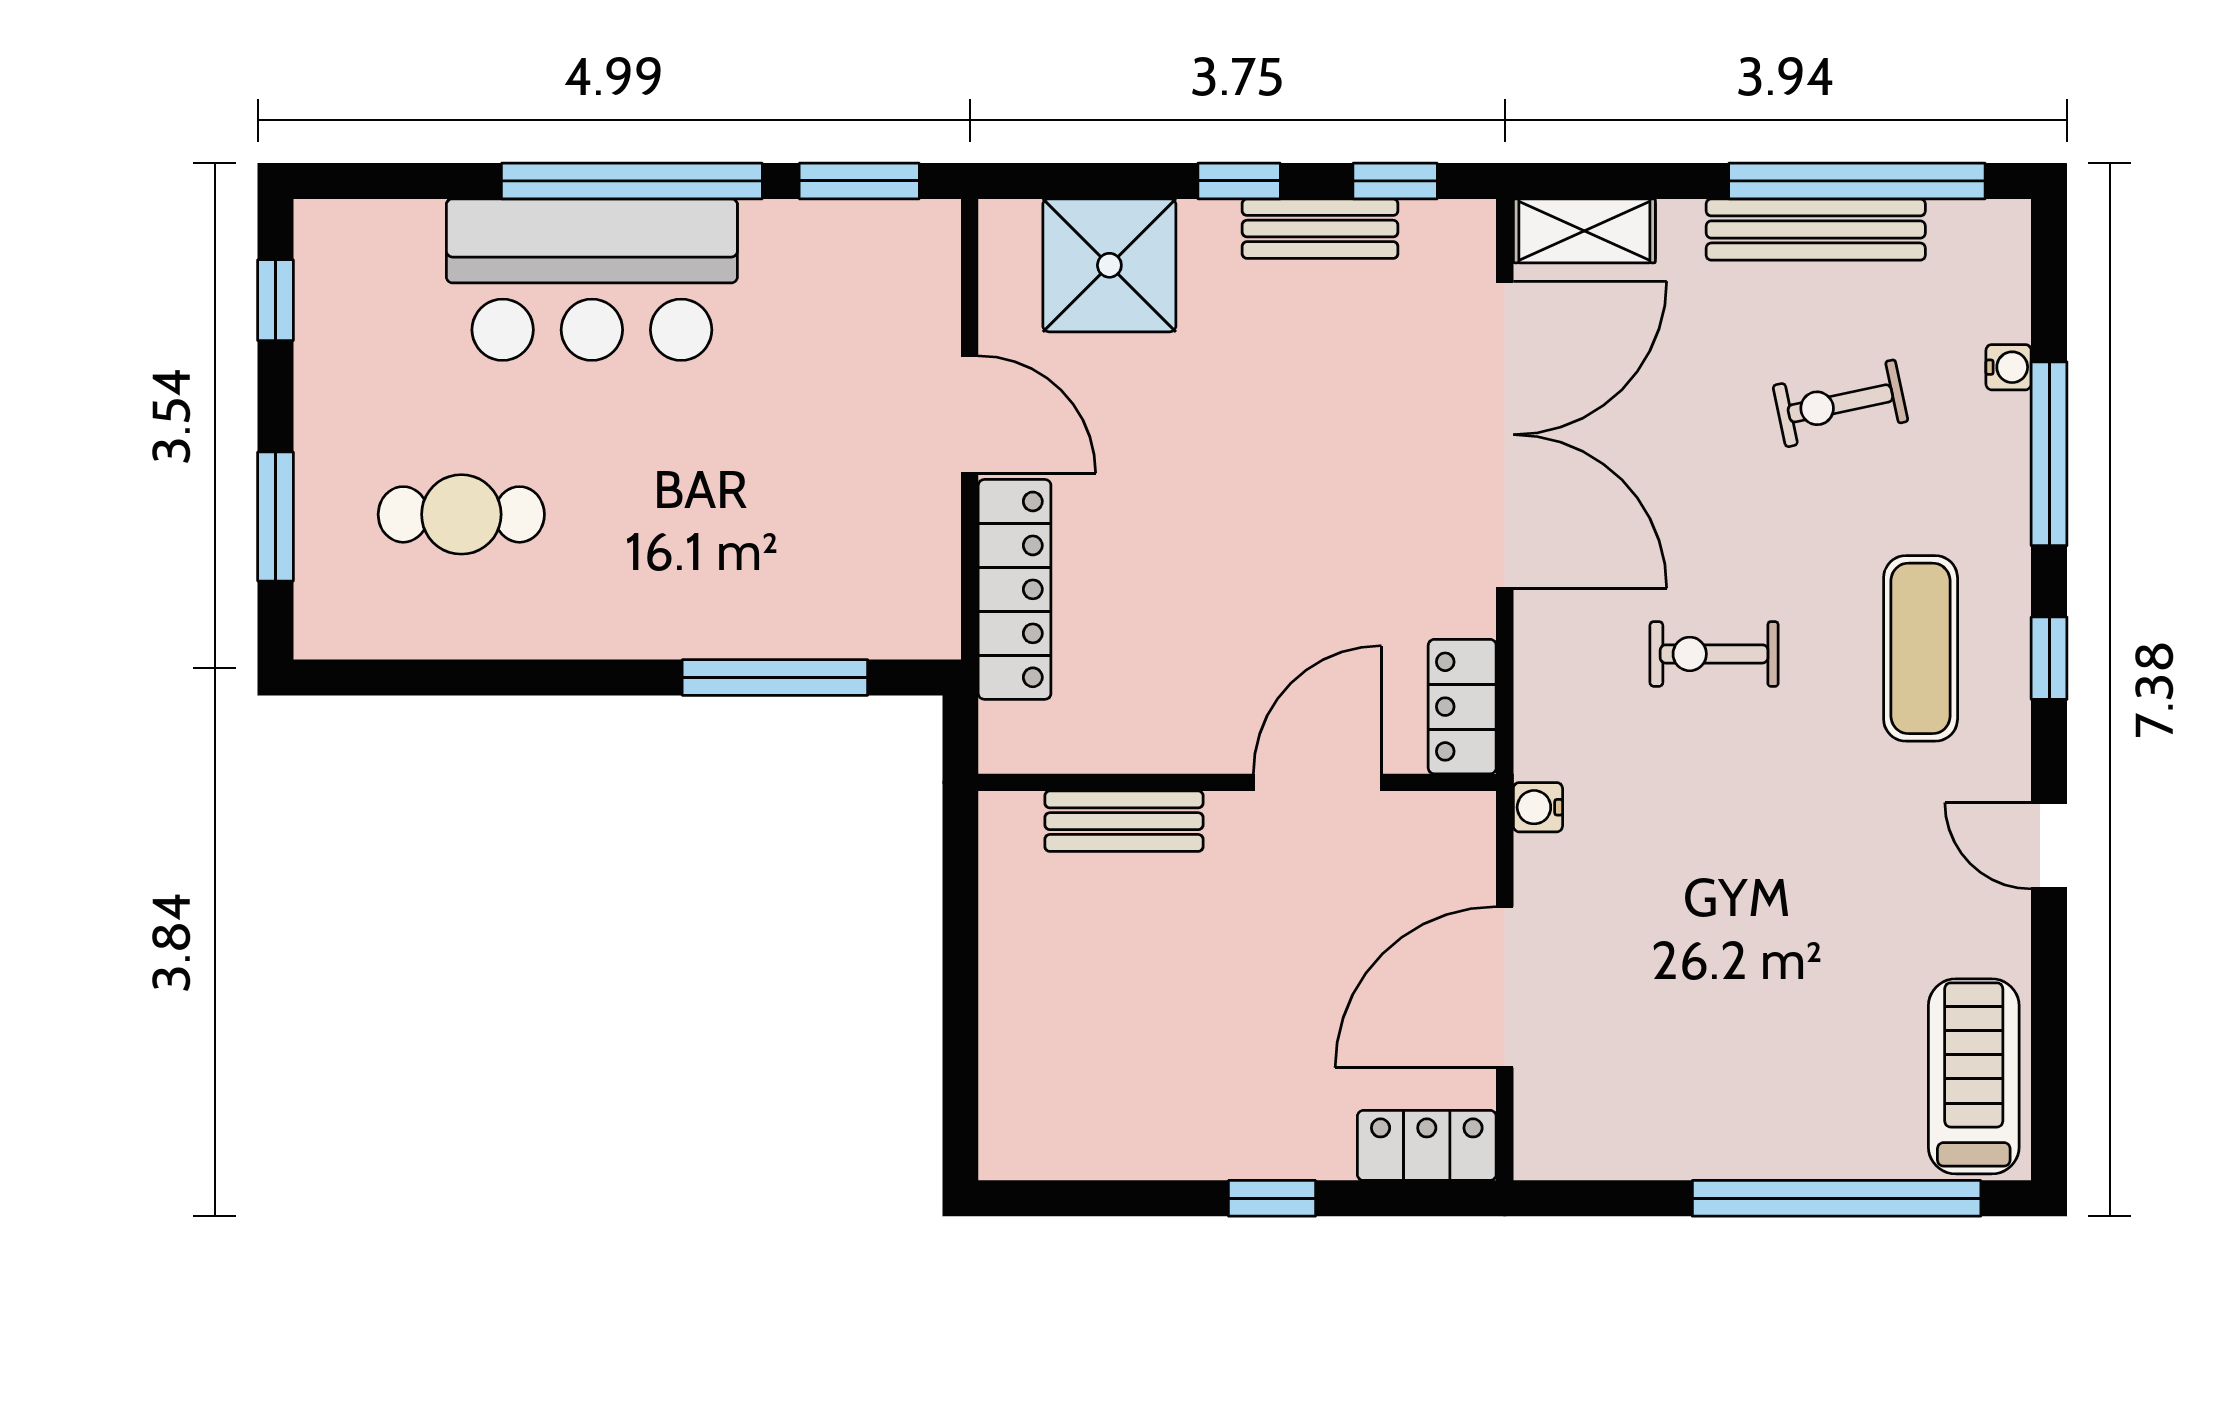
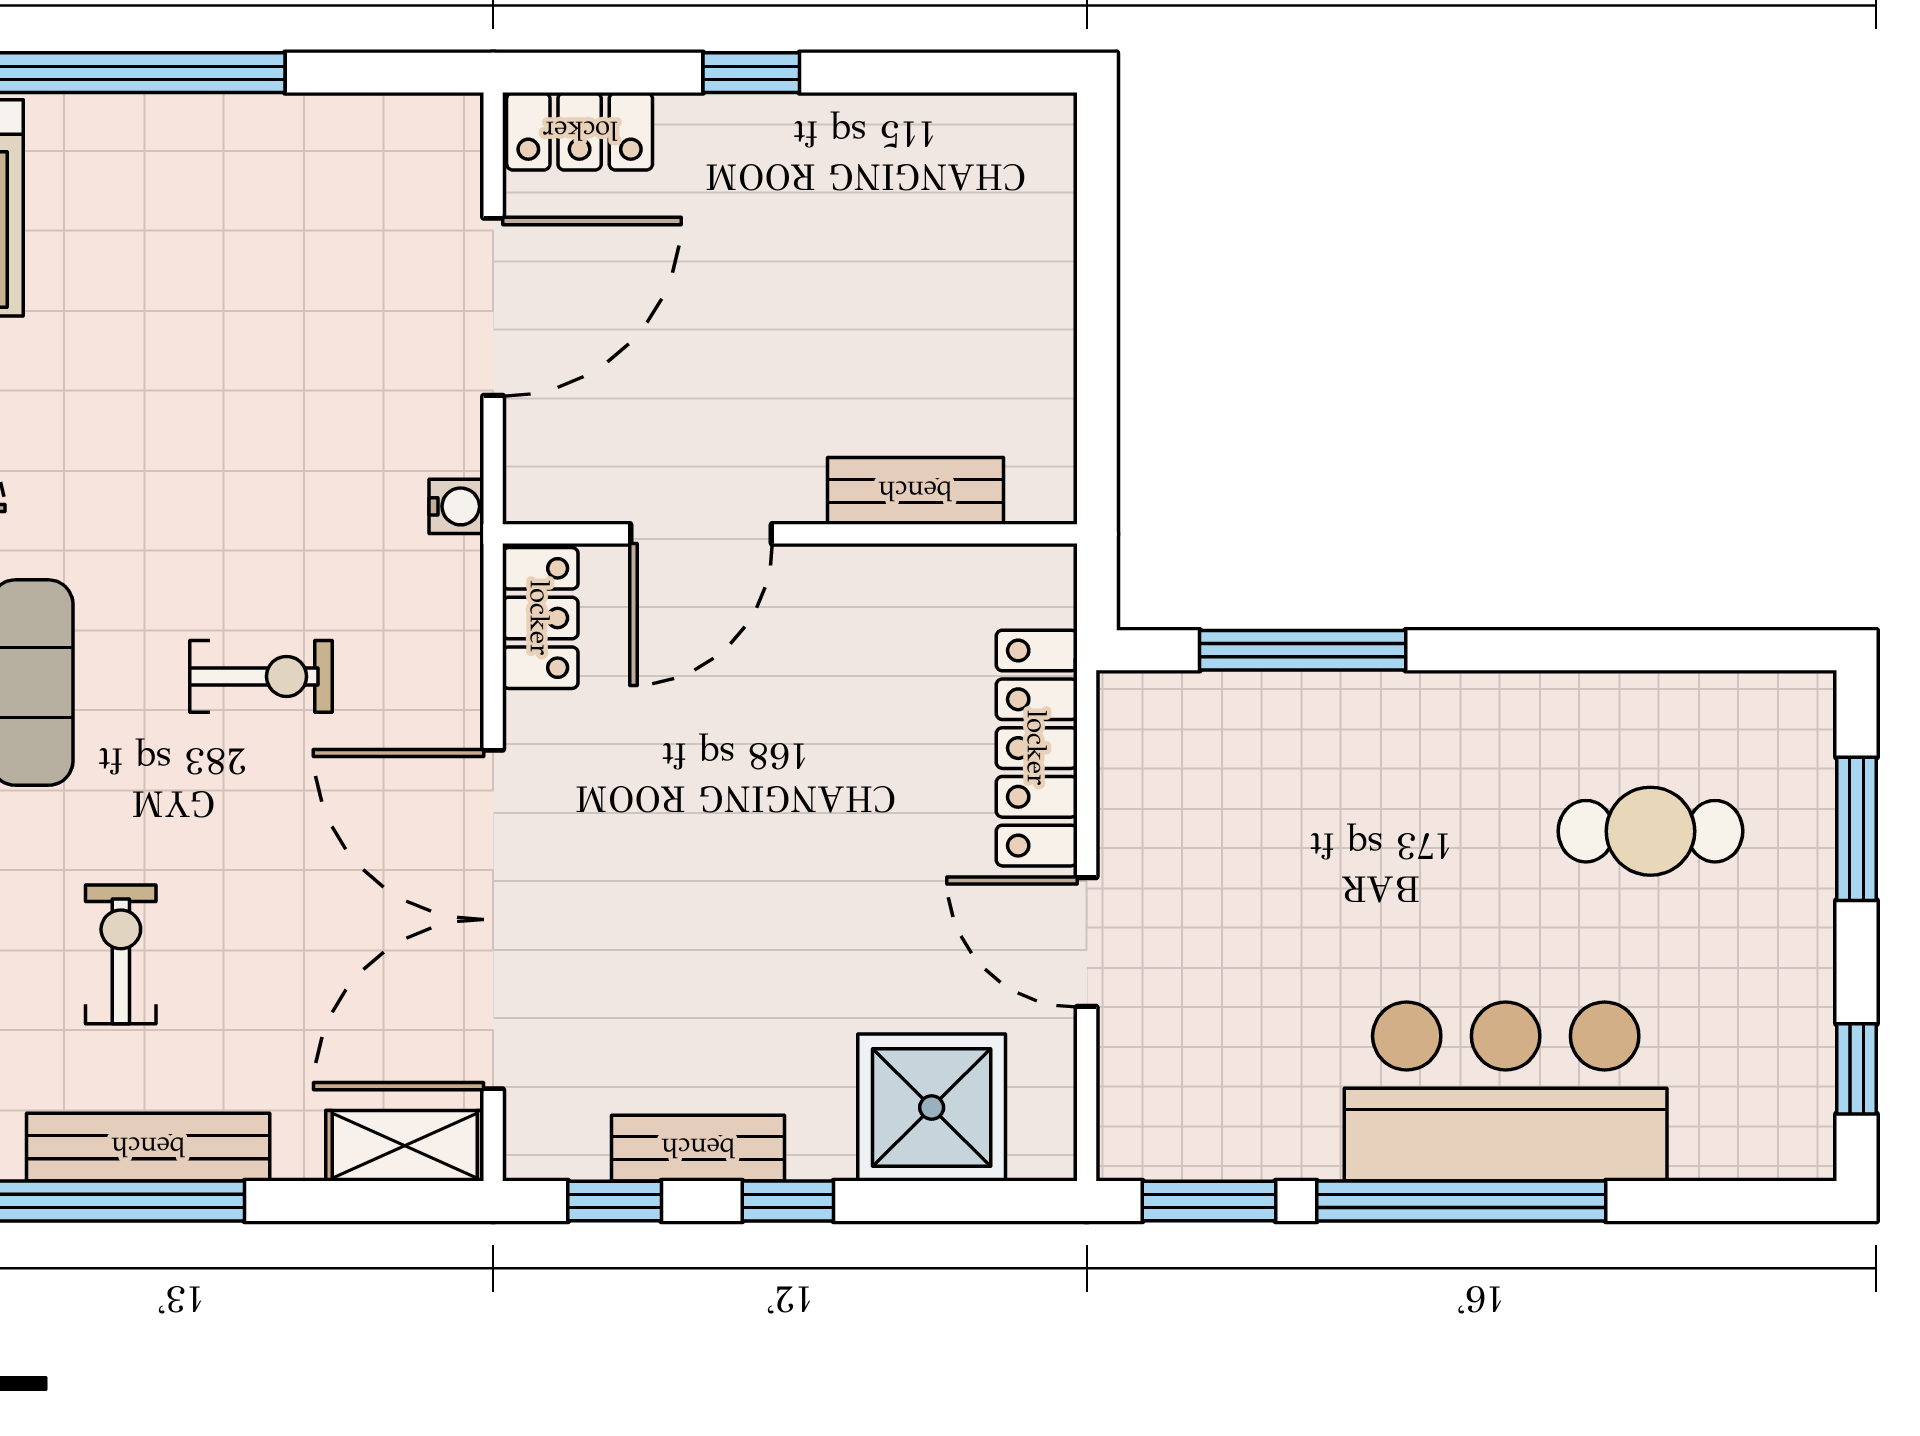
exercise bike: (1840, 403) -> (121, 954), turned -78

